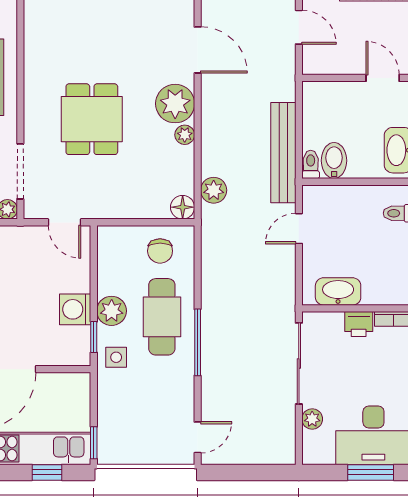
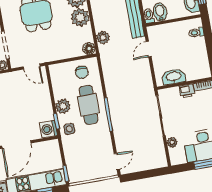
plant: (185, 135) -> (80, 17), width x1.87, depth x1.87
washing machine: (75, 309) -> (48, 129), moved

